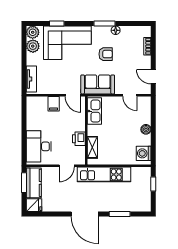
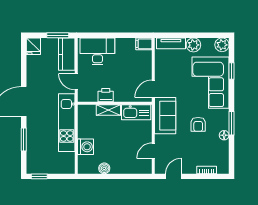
plant: (33, 46) -> (193, 45), moved
filing cabinet: (54, 104) -> (144, 44), moved
boiler: (146, 129) -> (104, 168), moved
shelving: (92, 147) -> (108, 110), moved
washing machine: (144, 153) -> (85, 147), moved, turned 90
kitchen counter: (34, 183) -> (67, 54), moved, turned 90
window: (153, 184) -> (39, 176), moved

